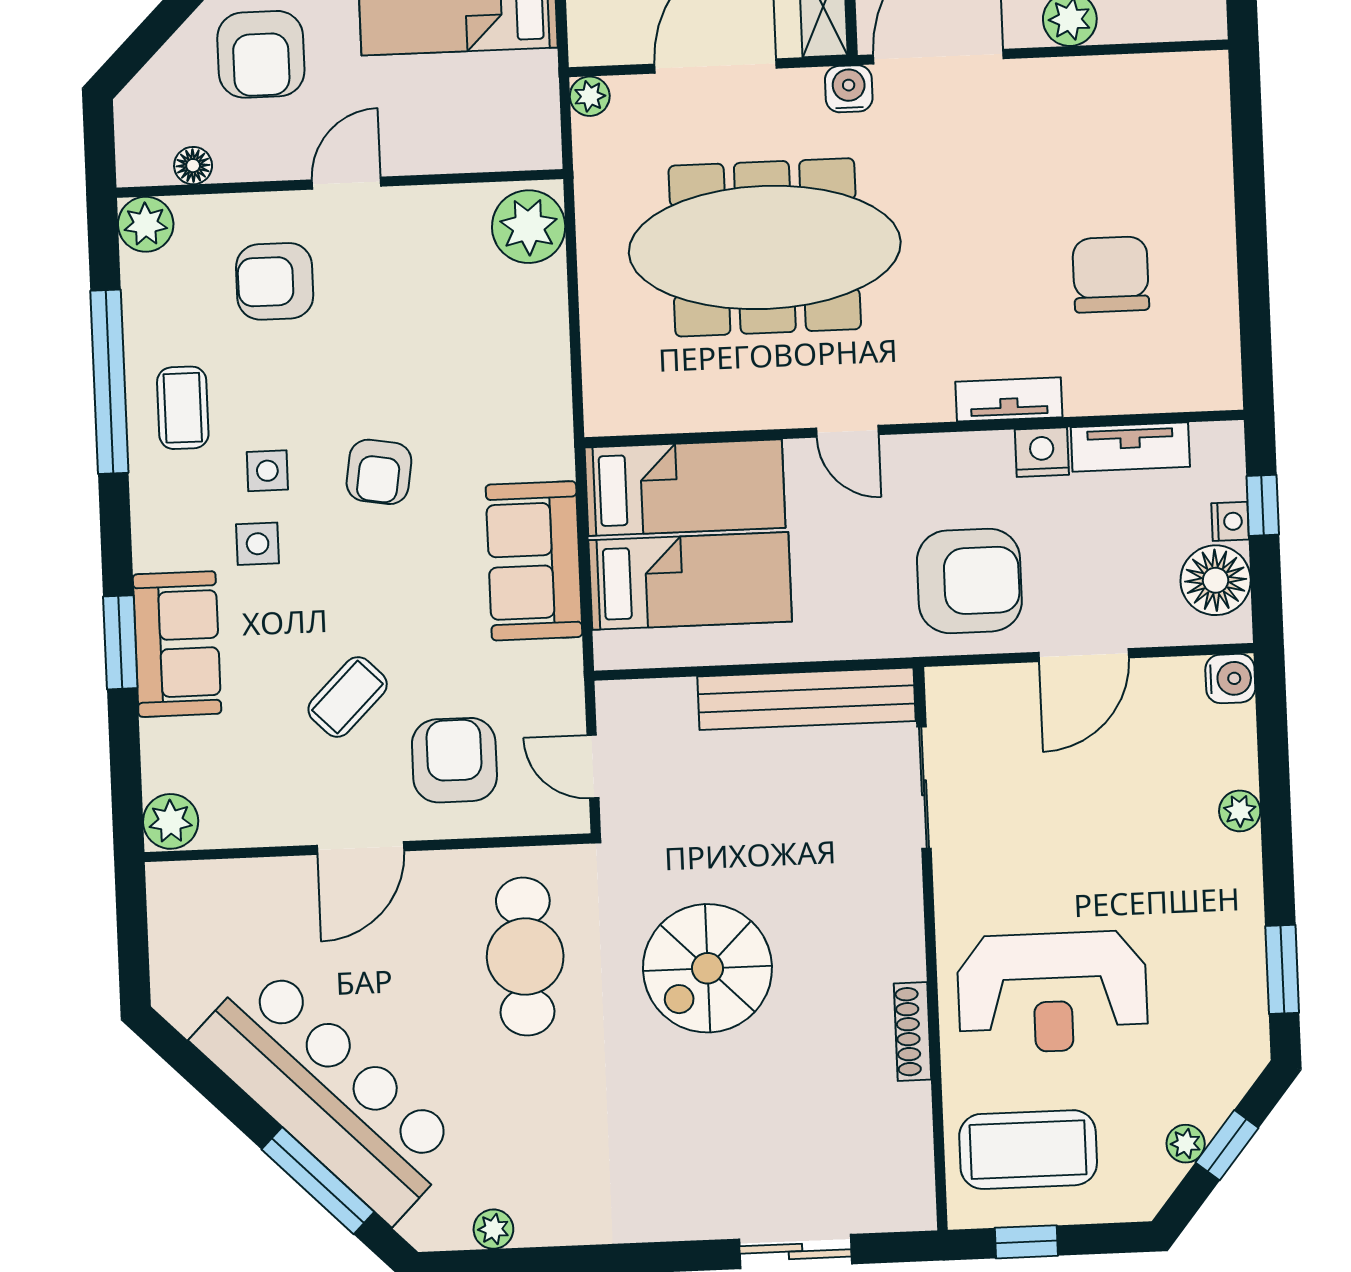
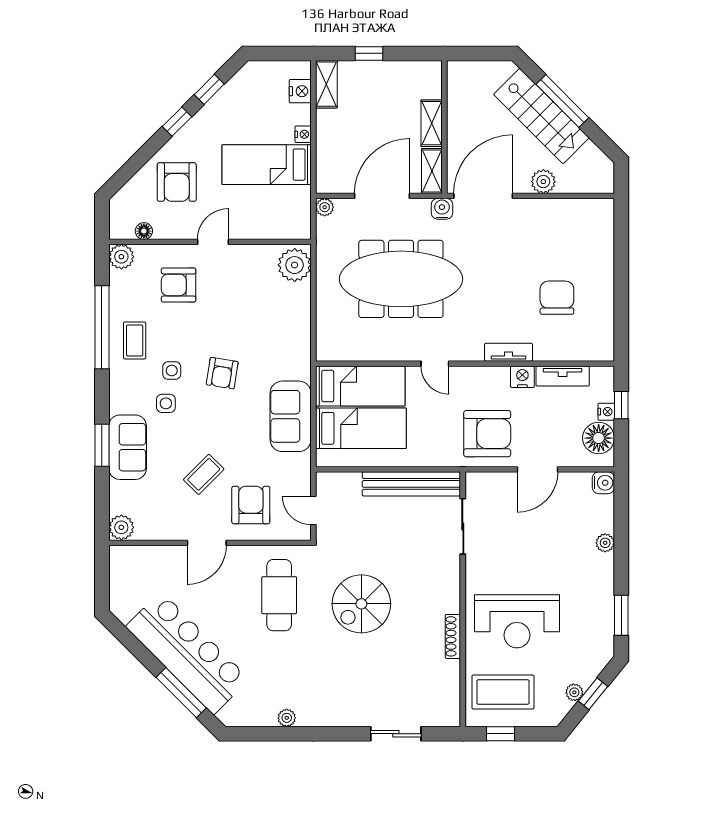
plant: (493, 1229) -> (287, 718), moved

